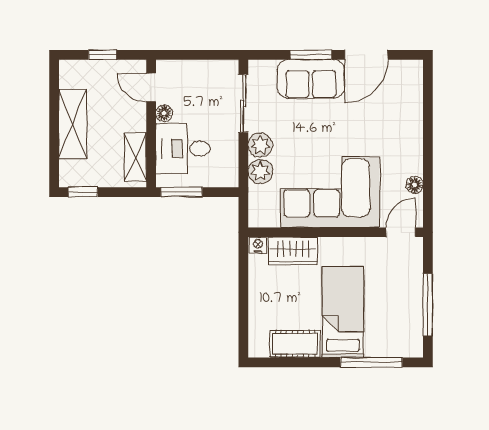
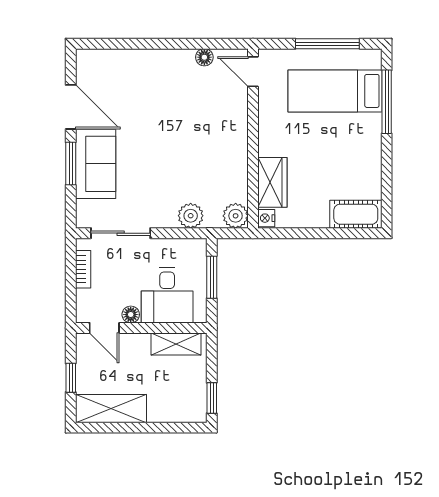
bookcase: (208, 67) -> (83, 269), added
door: (151, 88) -> (104, 328), hinge flipped
shelving: (73, 124) -> (111, 409), moved
plant: (260, 145) -> (236, 216), moved
window: (181, 192) -> (212, 277), moved
corner sofa: (330, 192) -> (212, 144), removed
bed: (343, 312) -> (335, 91), moved
cot: (295, 344) -> (356, 214), moved, turned 90

